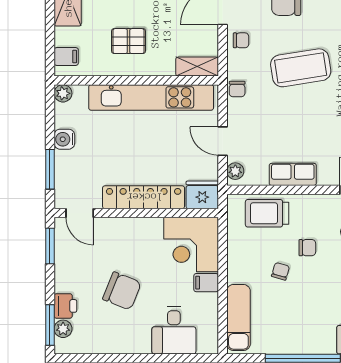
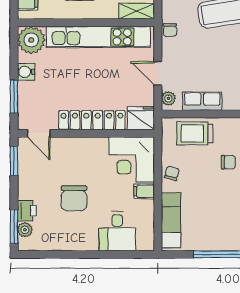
plant: (63, 93) -> (31, 40), width x1.88, depth x1.88
row of seats: (293, 174) -> (202, 101), moved
chair: (281, 271) -> (172, 173), moved
chair: (122, 291) -> (74, 198), turned 68

